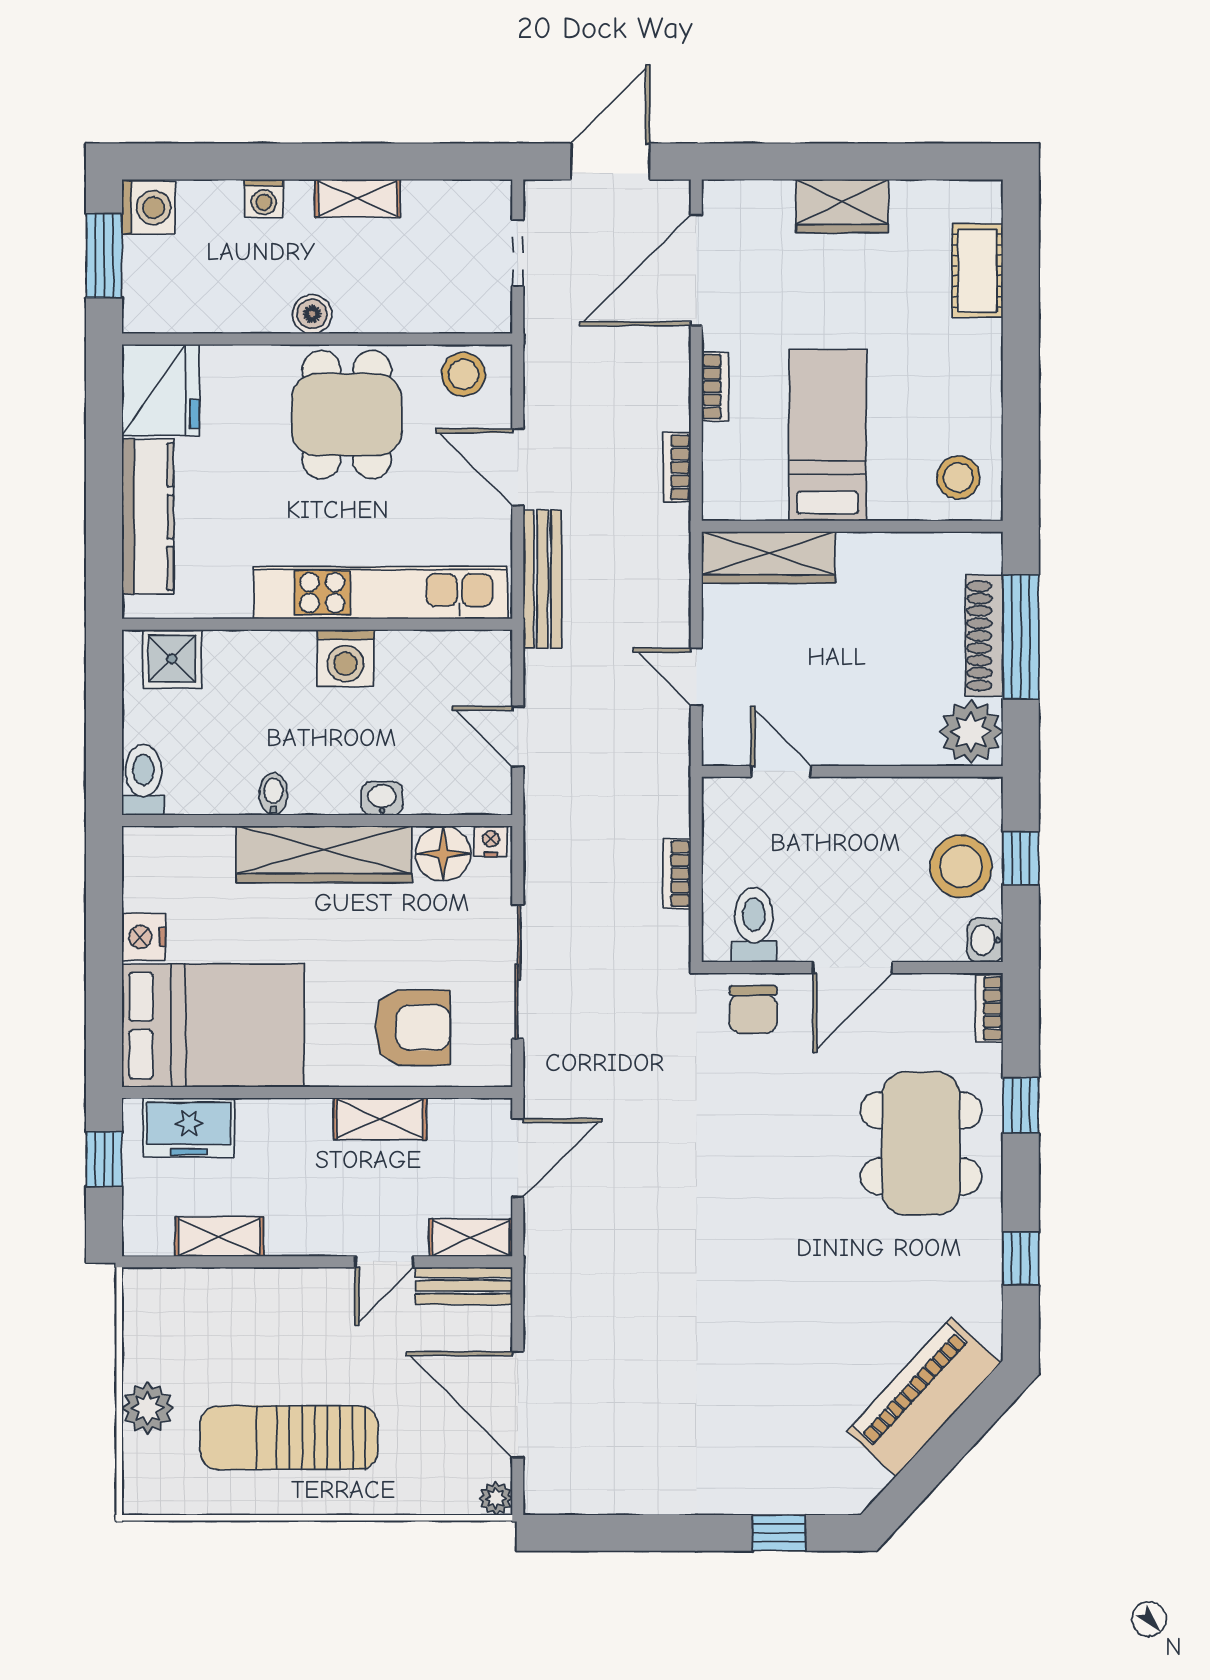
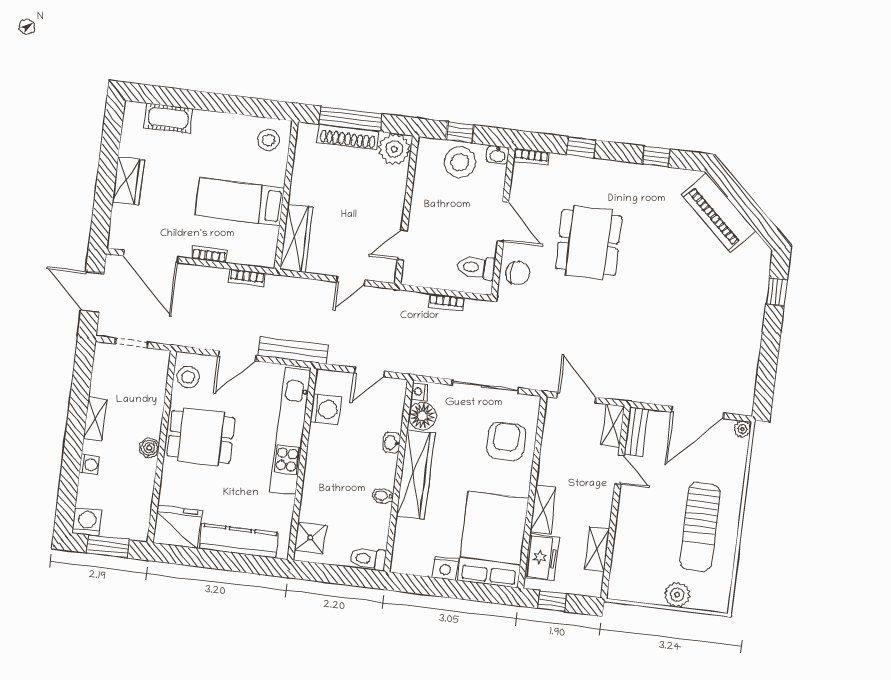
washing machine: (346, 658) -> (326, 409), moved
shelving: (380, 1119) -> (543, 510), moved
dining table: (921, 1144) -> (589, 243), moved, turned 90

